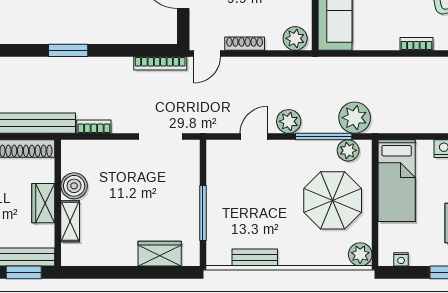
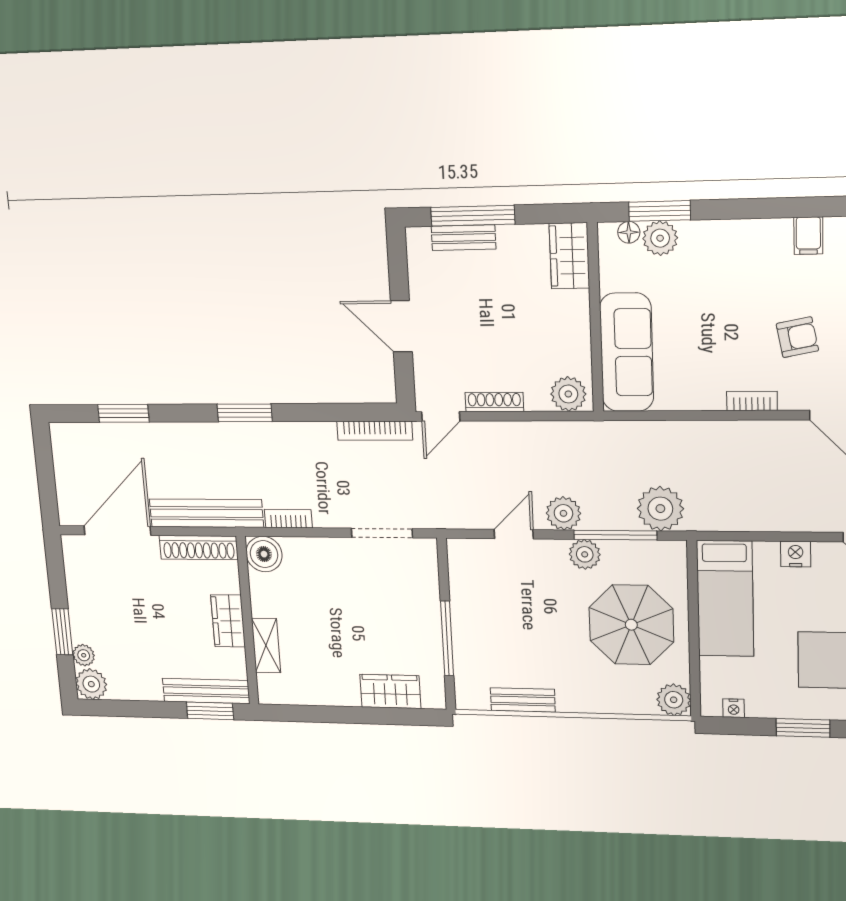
plant: (348, 150) -> (585, 554), moved
boiler: (74, 186) -> (264, 554), moved

